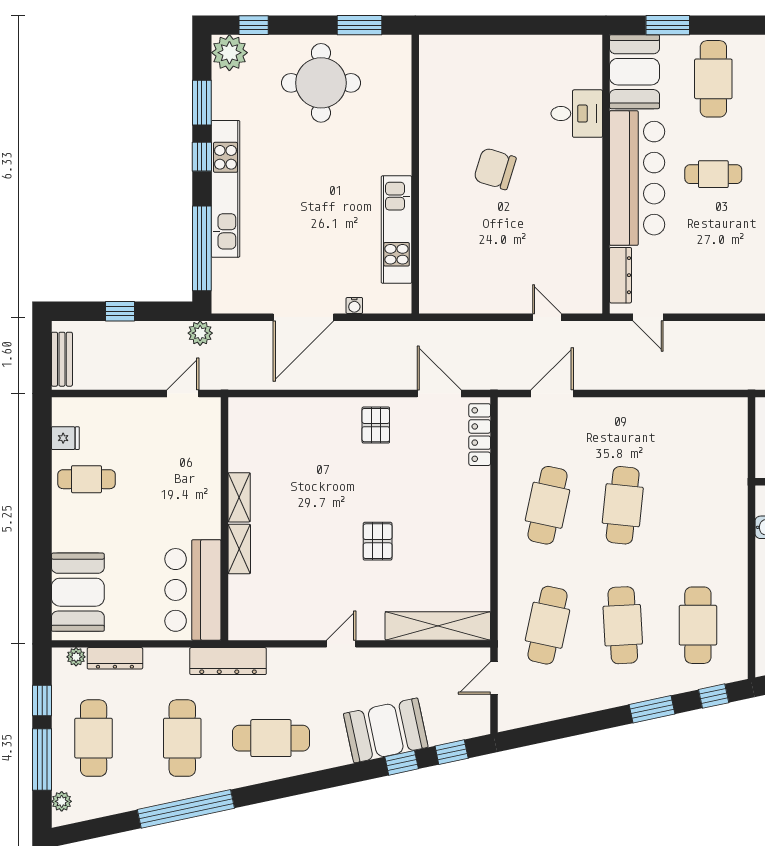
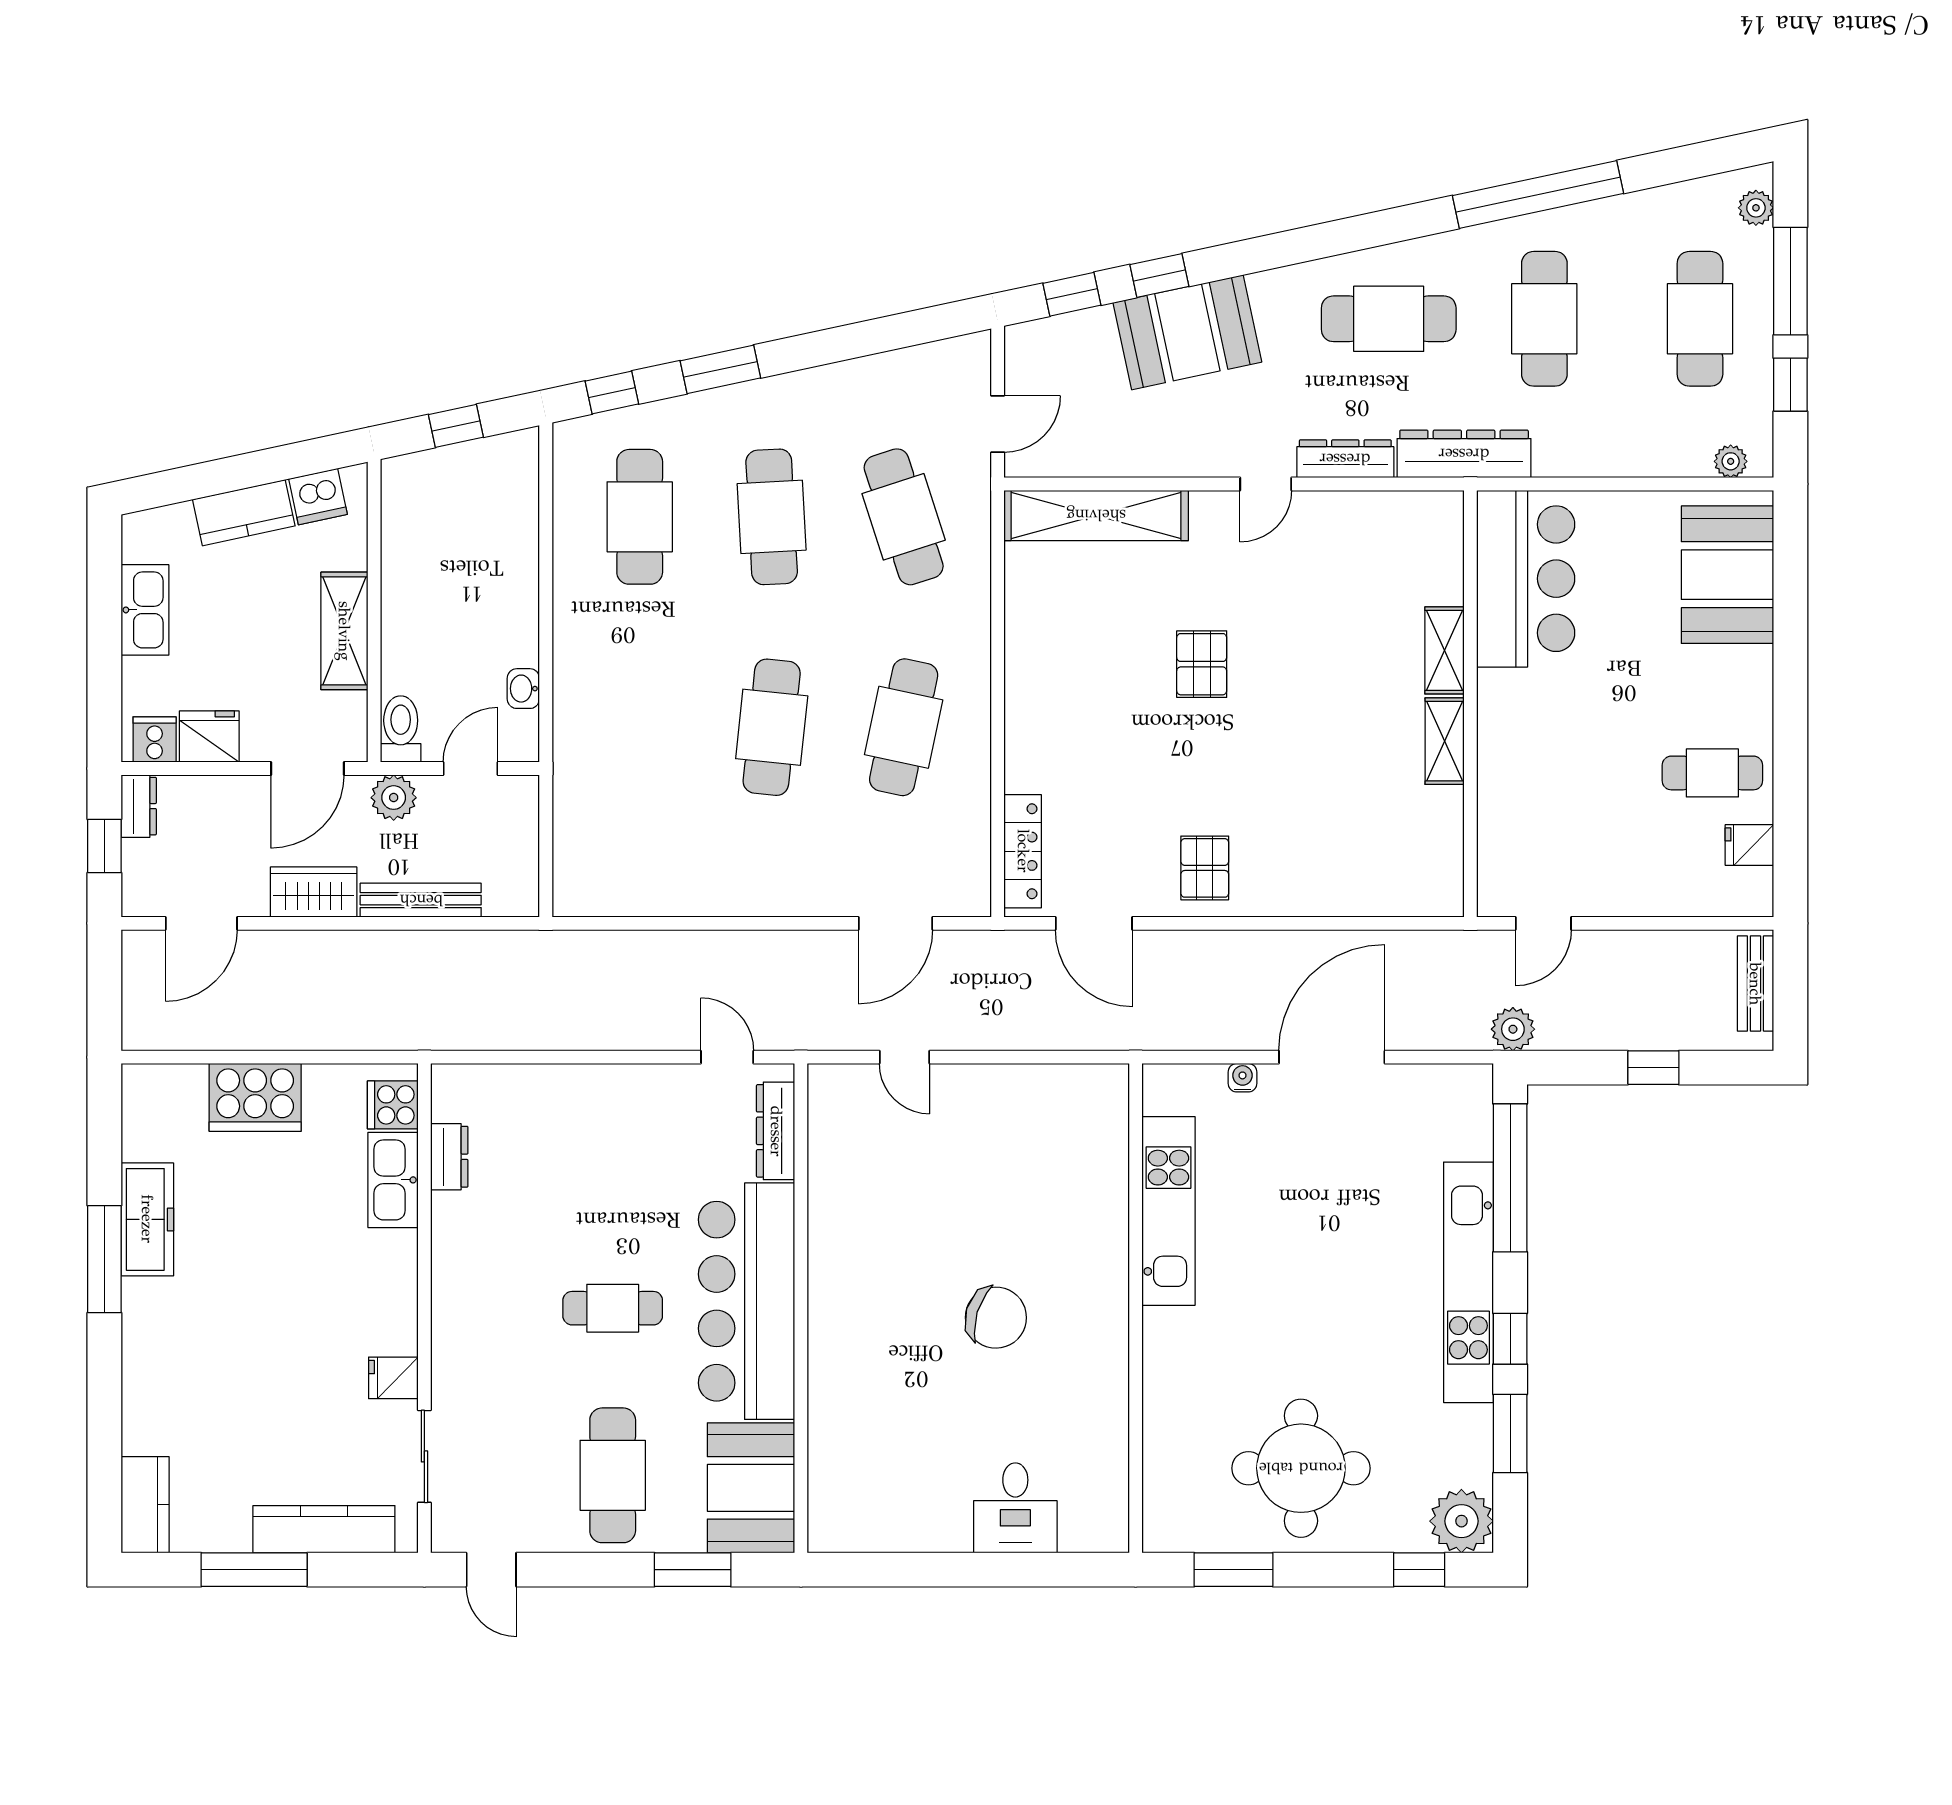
desk: (577, 114) -> (1015, 1508), moved, turned -90
cafe table: (547, 625) -> (904, 517), turned -30
dresser: (115, 658) -> (1345, 459), moved

